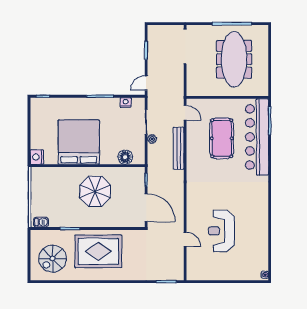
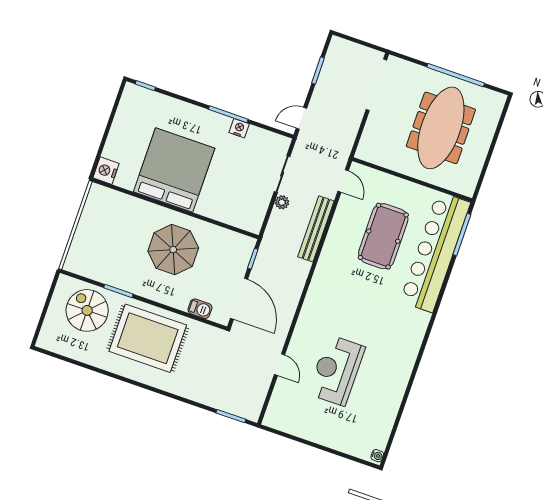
nightstand: (126, 102) -> (239, 128), moved
floor lamp: (125, 157) -> (234, 215), removed
barbecue: (41, 222) -> (200, 309), moved
spiral stairs: (53, 259) -> (87, 310), moved, turned 90

